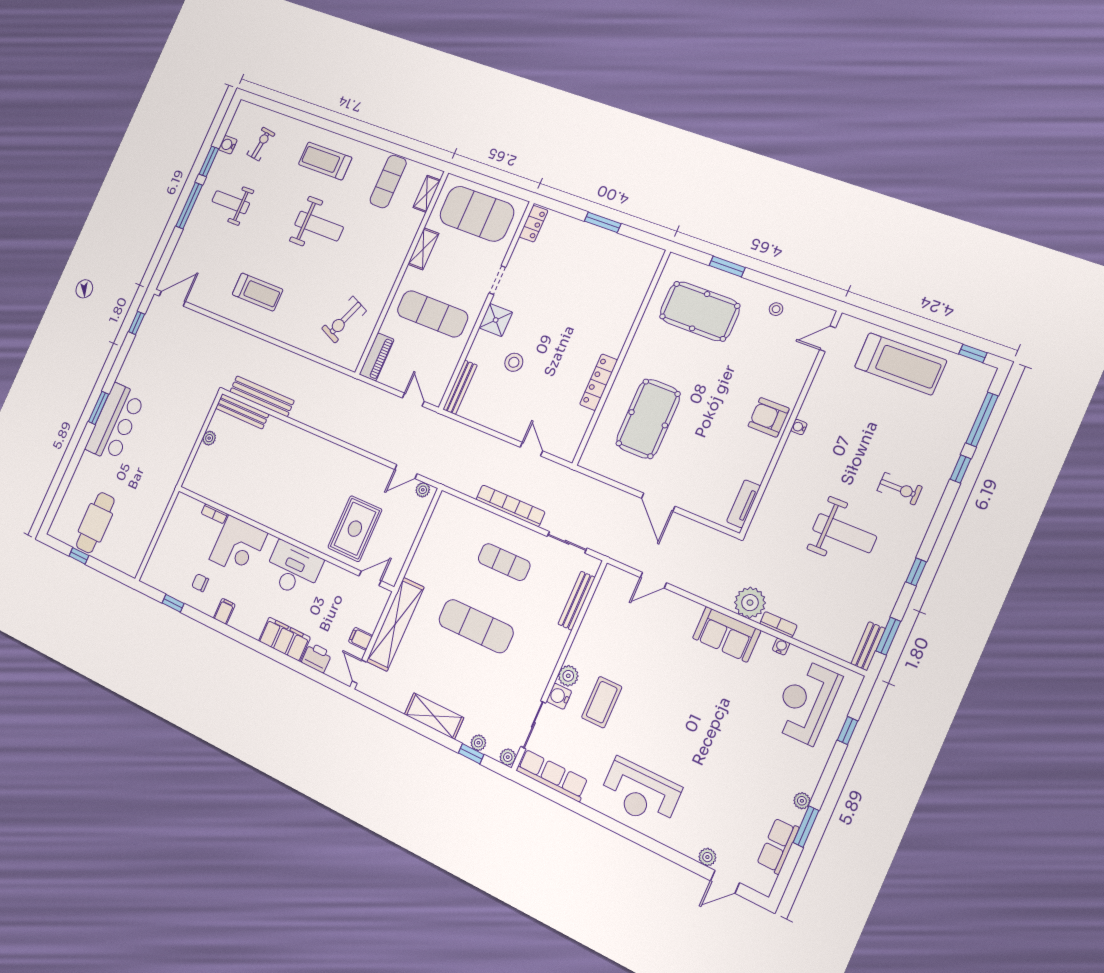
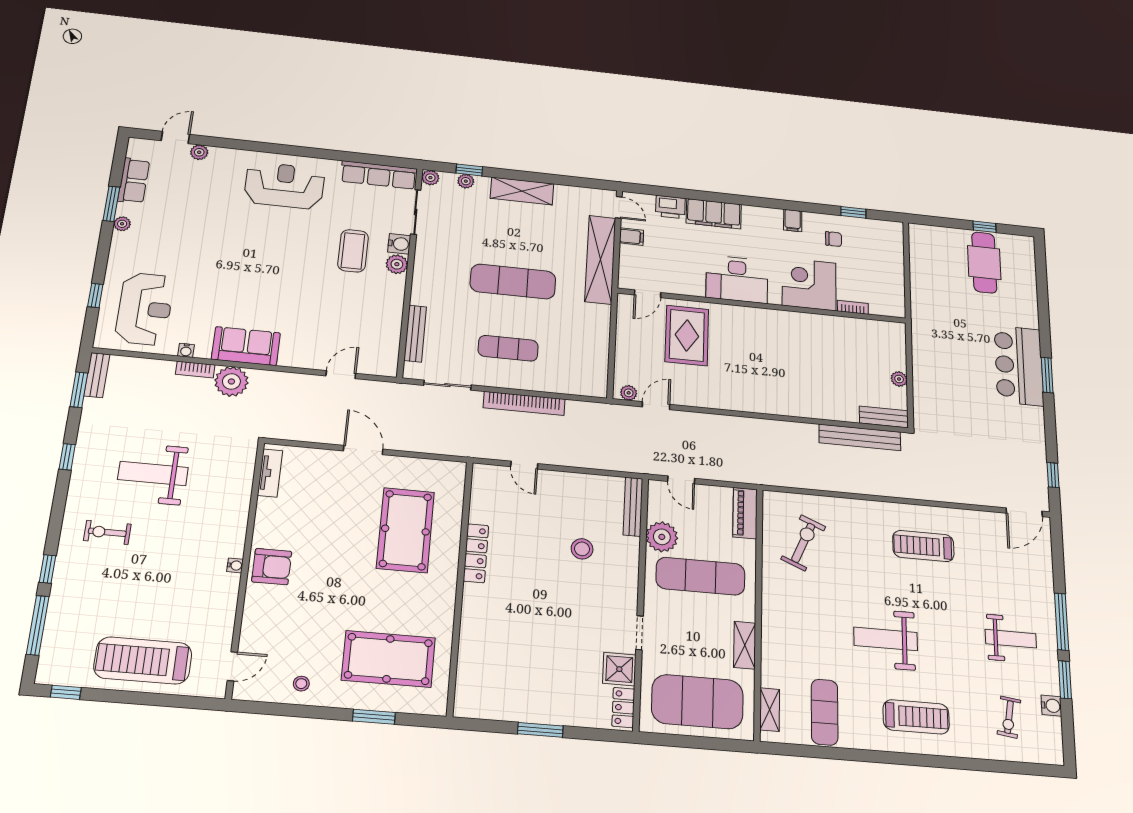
shower: (496, 320) -> (619, 669), moved
plant: (448, 355) -> (662, 537), added
bench: (242, 411) -> (884, 417), width x0.73

